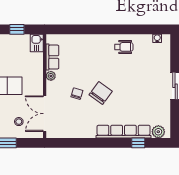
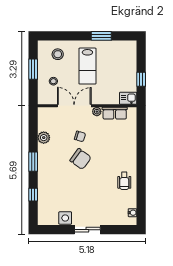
side table: (163, 109) -> (65, 218), added
double door: (45, 114) -> (74, 106), moved
row of seats: (124, 132) -> (44, 181), removed
plant: (158, 132) -> (44, 138), moved
window: (104, 143) -> (33, 162), added

